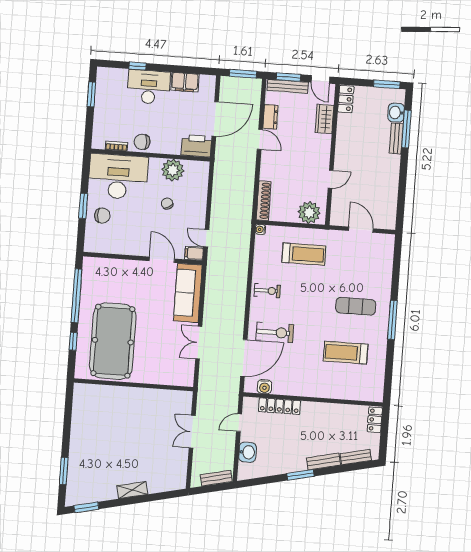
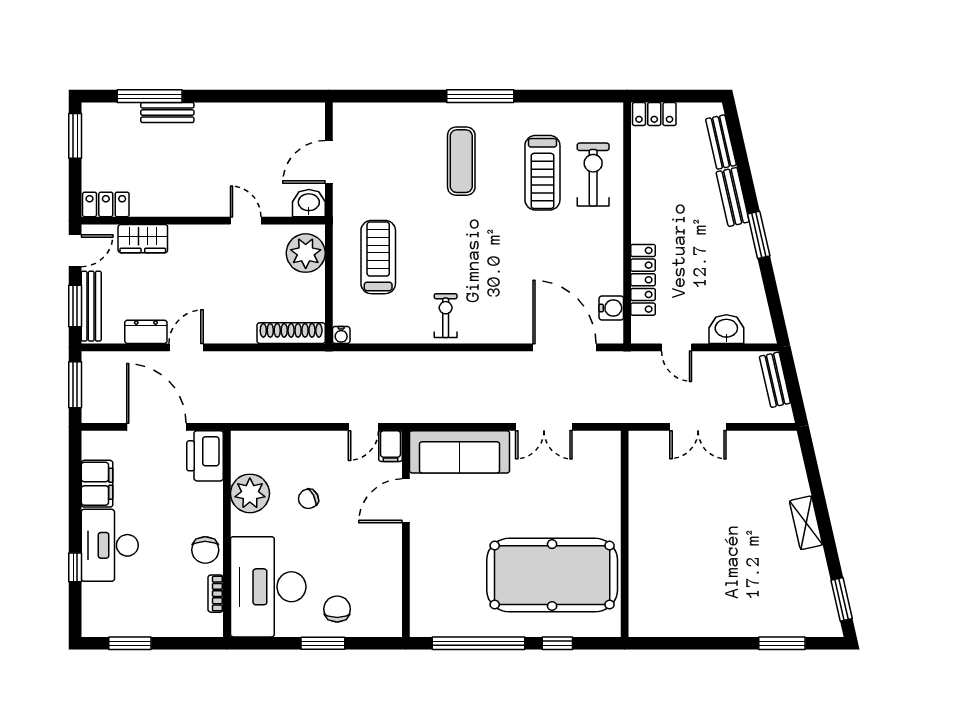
washbasin: (396, 113) -> (309, 203), moved, turned 180
exercise bike: (275, 332) -> (593, 175), moved

